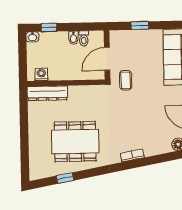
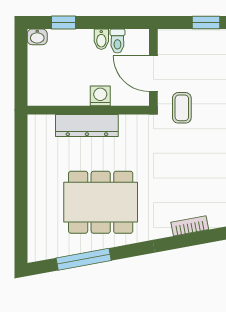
door: (107, 59) -> (153, 74), hinge flipped
washing machine: (41, 74) -> (100, 96), moved
dresser: (47, 93) -> (87, 126), moved
window: (65, 178) -> (84, 259), width x2.17

